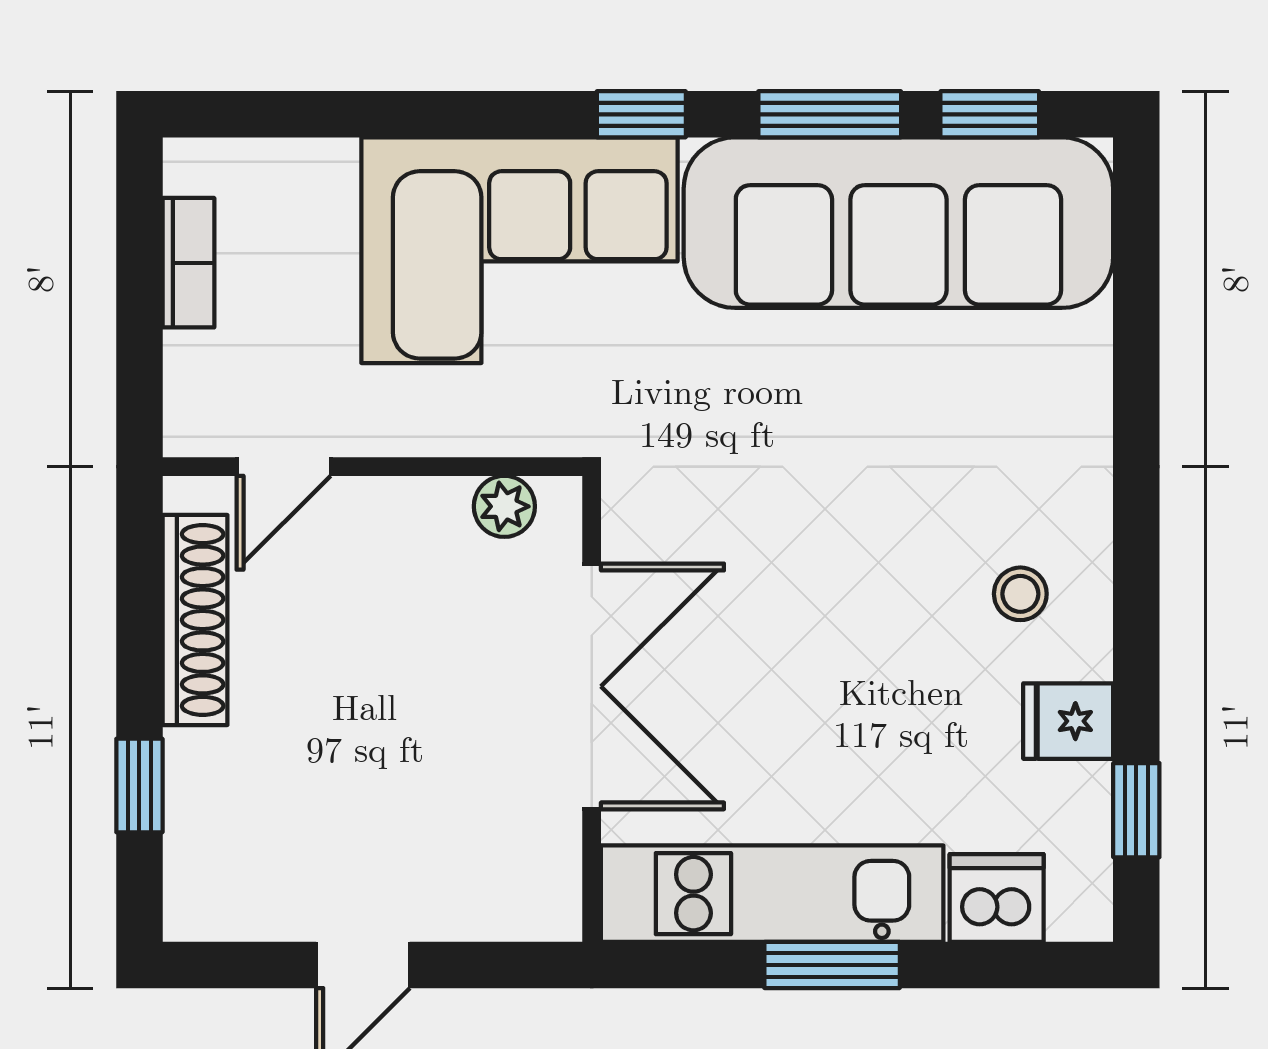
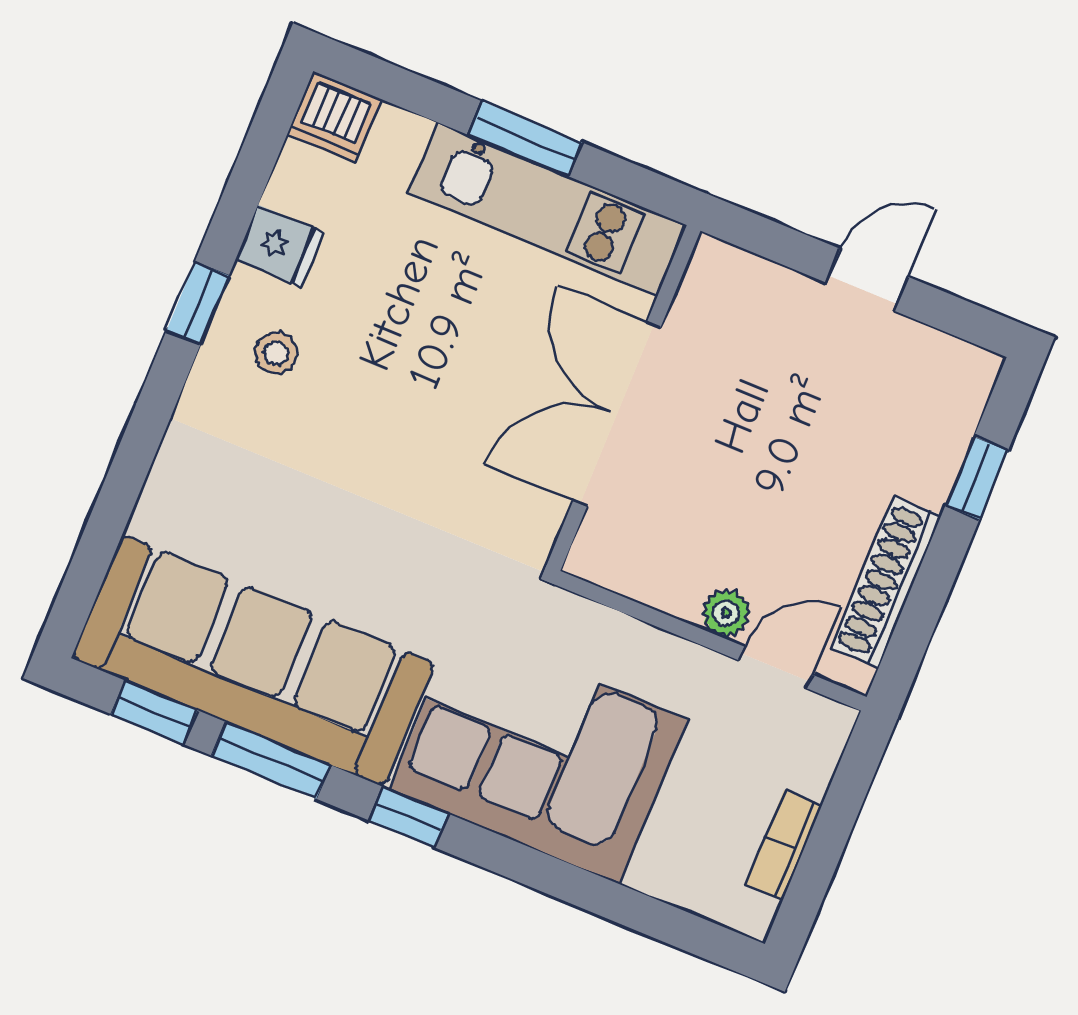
plant: (504, 506) -> (726, 613), moved
window: (1136, 810) -> (198, 303), moved
dishwasher: (997, 898) -> (334, 117), moved

